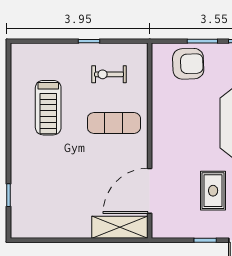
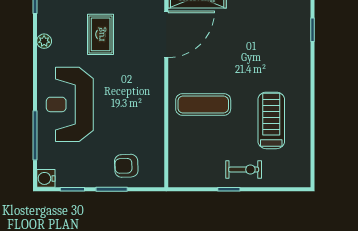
armchair: (188, 64) -> (126, 166), width x0.72, depth x0.72
exercise bike: (109, 74) -> (244, 170), moved

